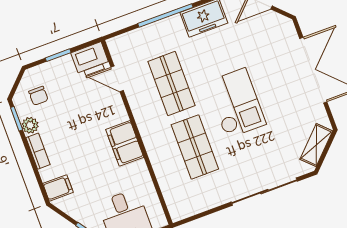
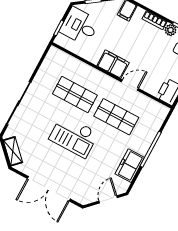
door: (117, 79) -> (130, 85), moved

